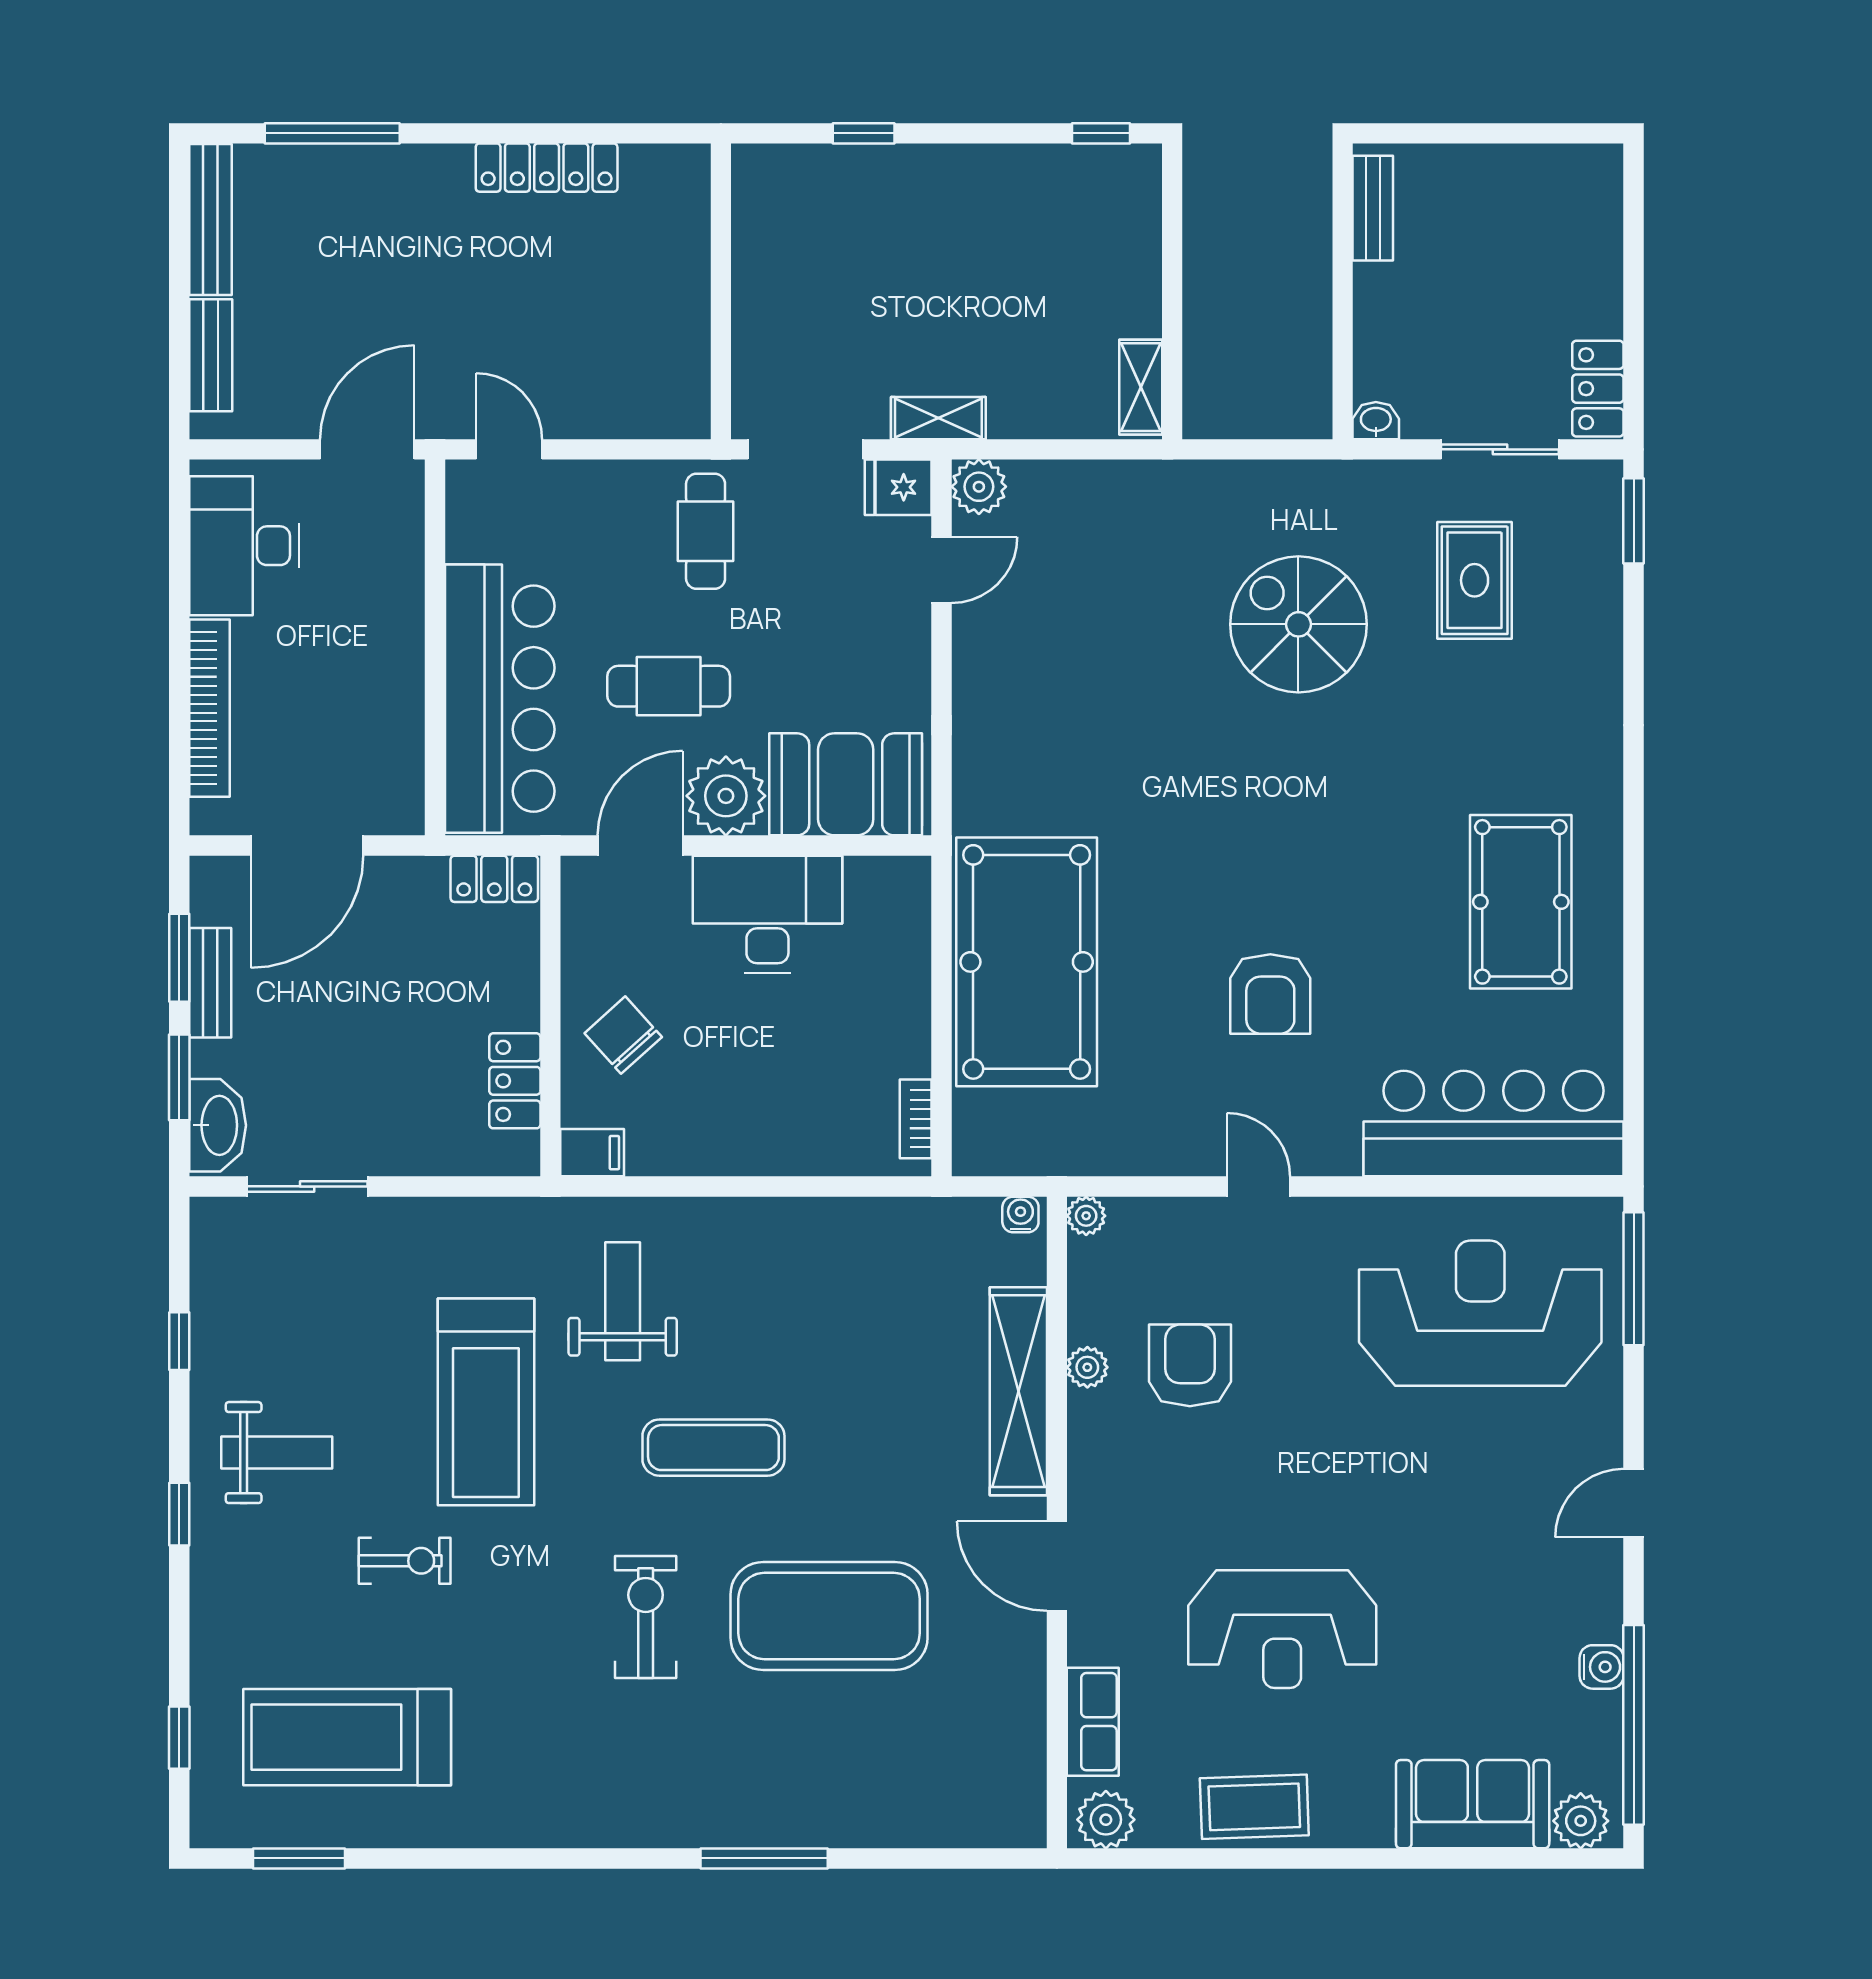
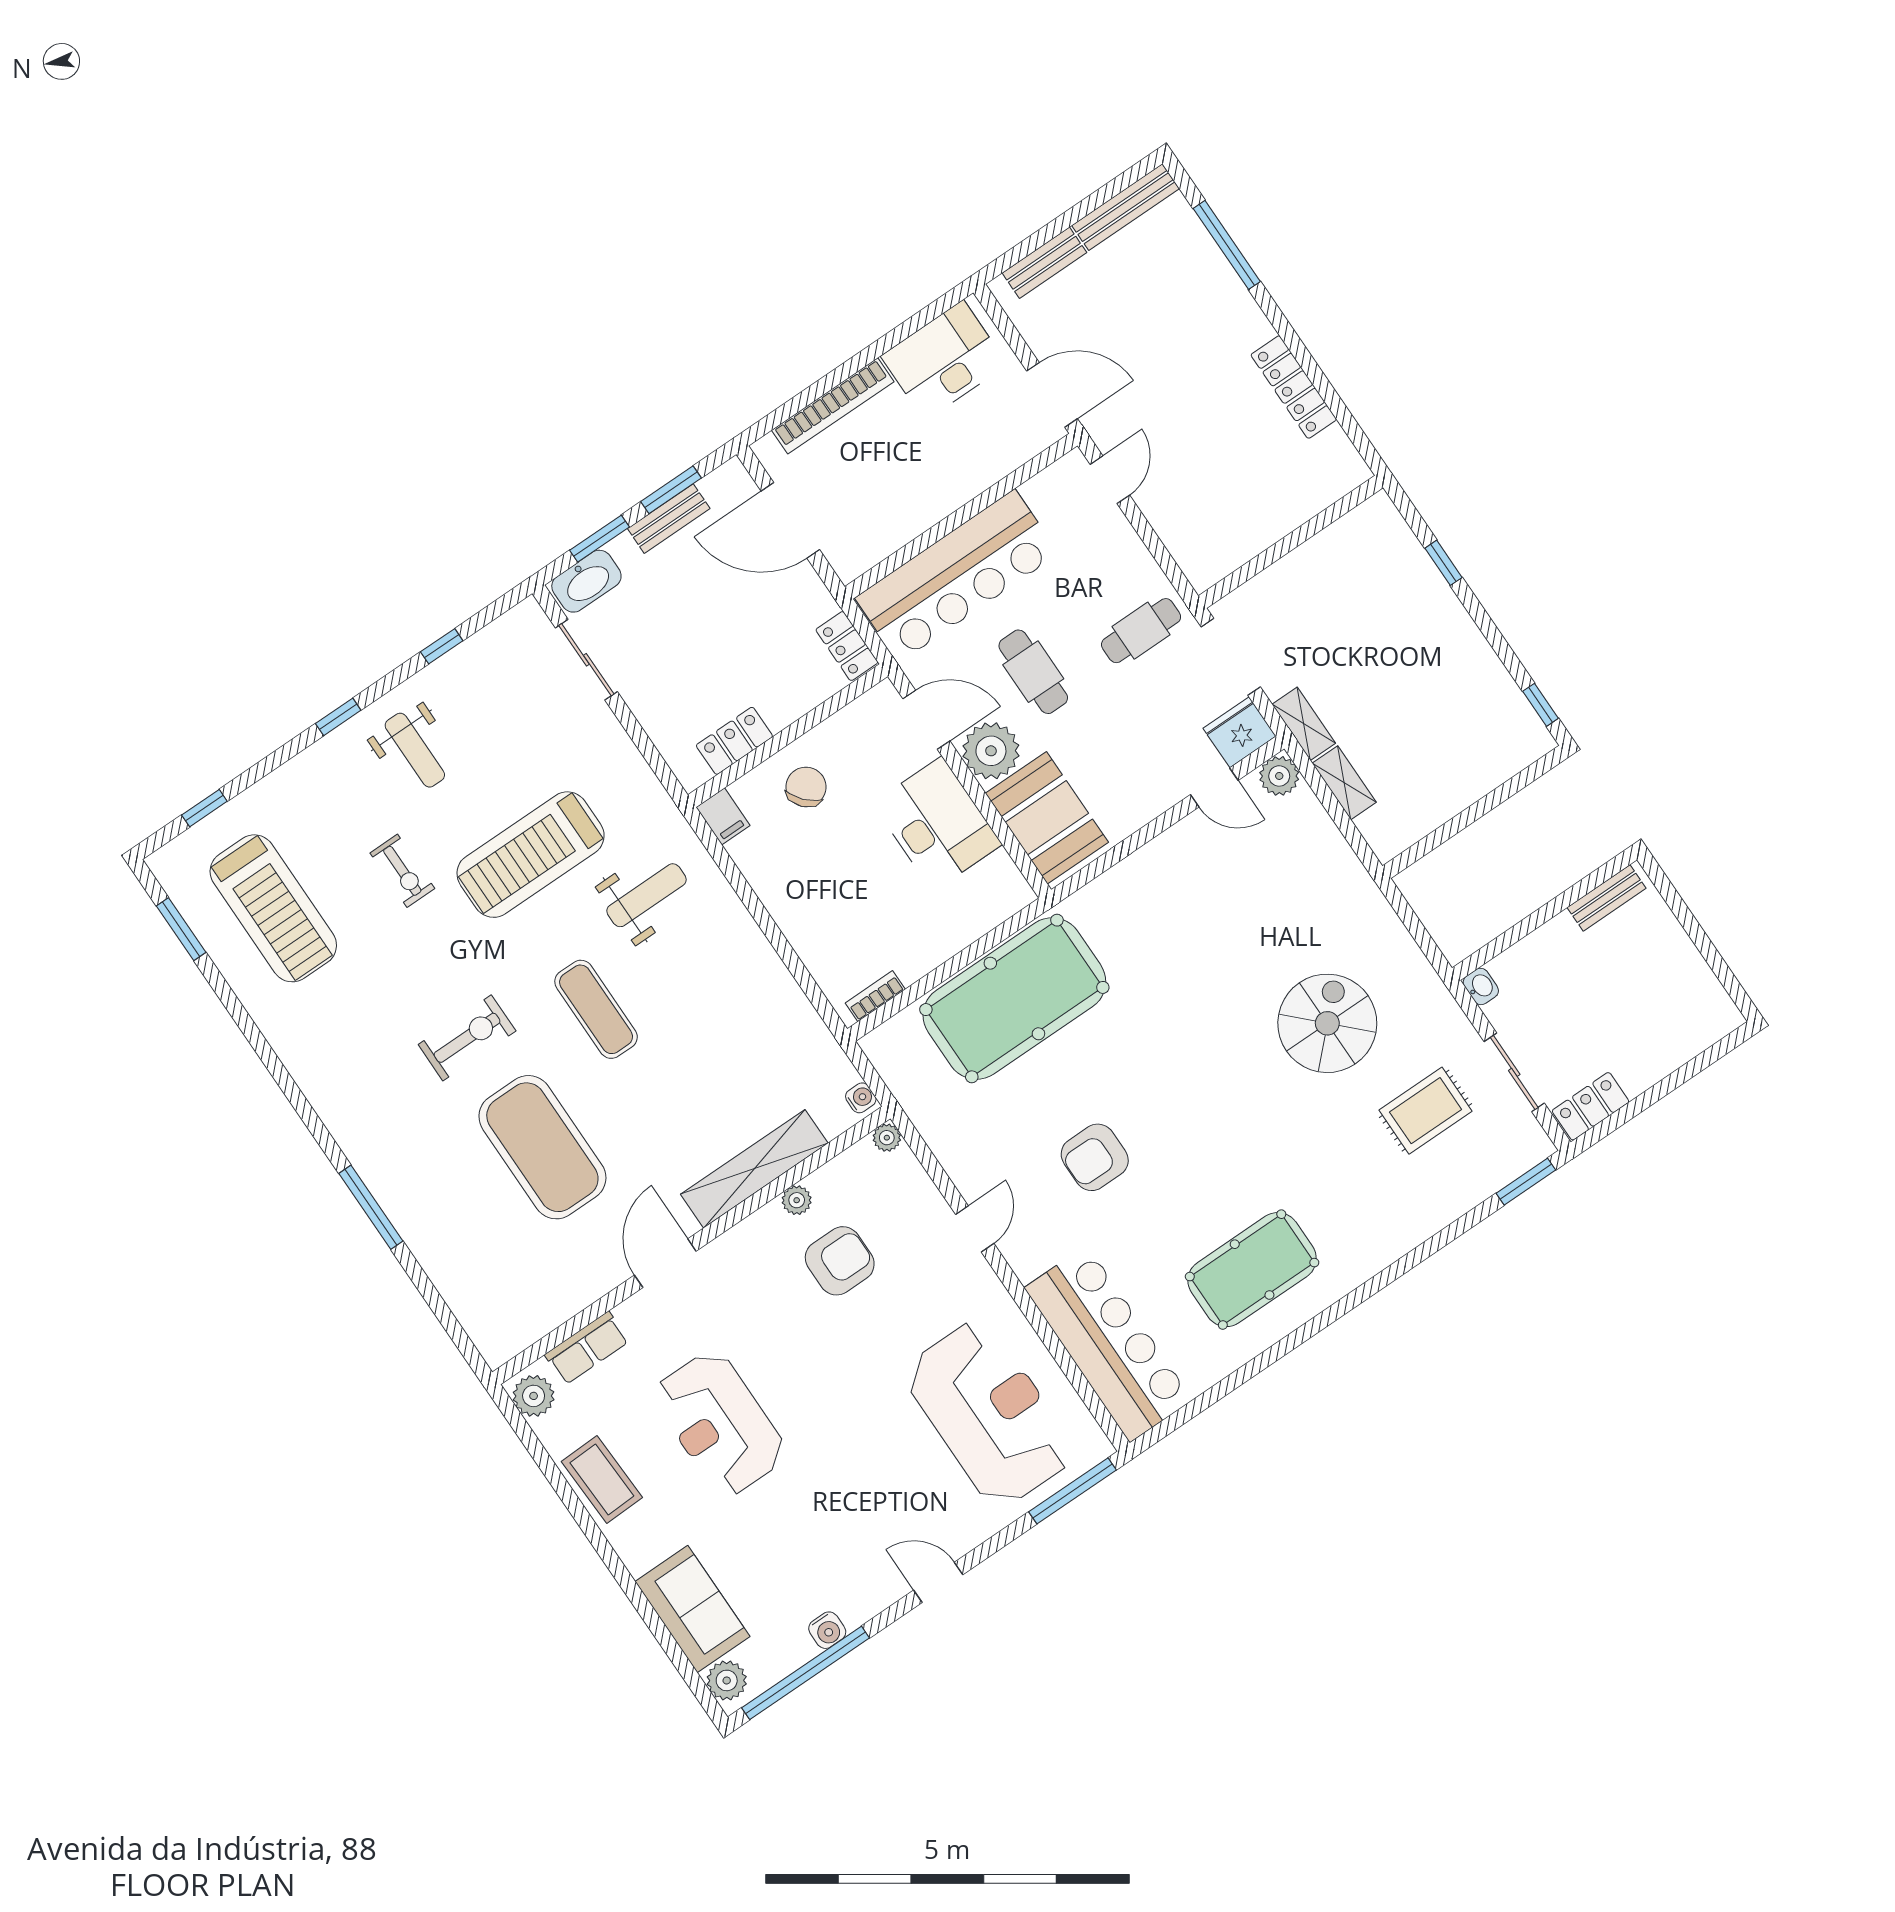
shelving: (1141, 387) -> (1344, 783), moved, turned 90
fridge: (898, 487) -> (1240, 732), width x1.38
treadmill: (347, 1737) -> (273, 908), turned 180

